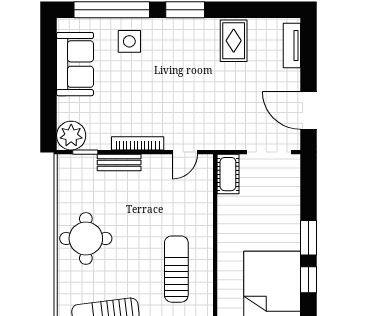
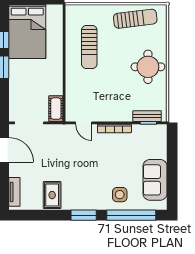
plant: (71, 136) -> (158, 134), removed
door: (185, 152) -> (84, 123), swing flipped
bench: (119, 162) -> (147, 116), moved

